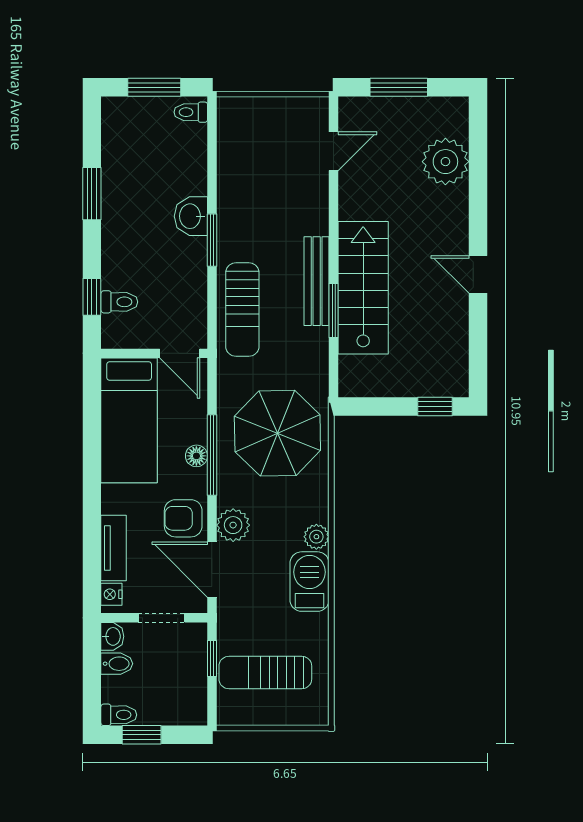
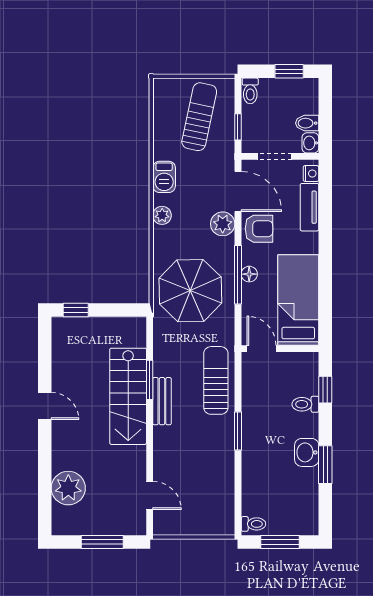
door: (334, 151) -> (150, 495), swing flipped
washbasin: (191, 216) -> (307, 452), moved, turned 180
bench: (317, 281) -> (162, 401), width x0.73
toilet: (119, 302) -> (305, 404), moved
barbecue: (310, 582) -> (164, 177), width x0.73, depth x0.79
sun lounger: (265, 673) -> (199, 117), turned -78
toilet: (119, 715) -> (250, 91), moved, turned -90

